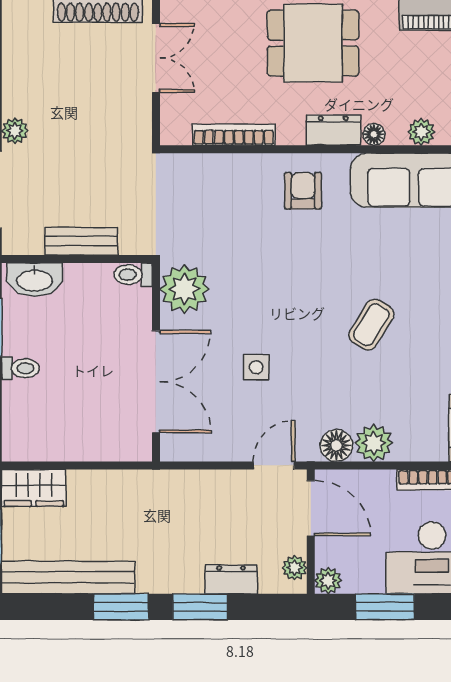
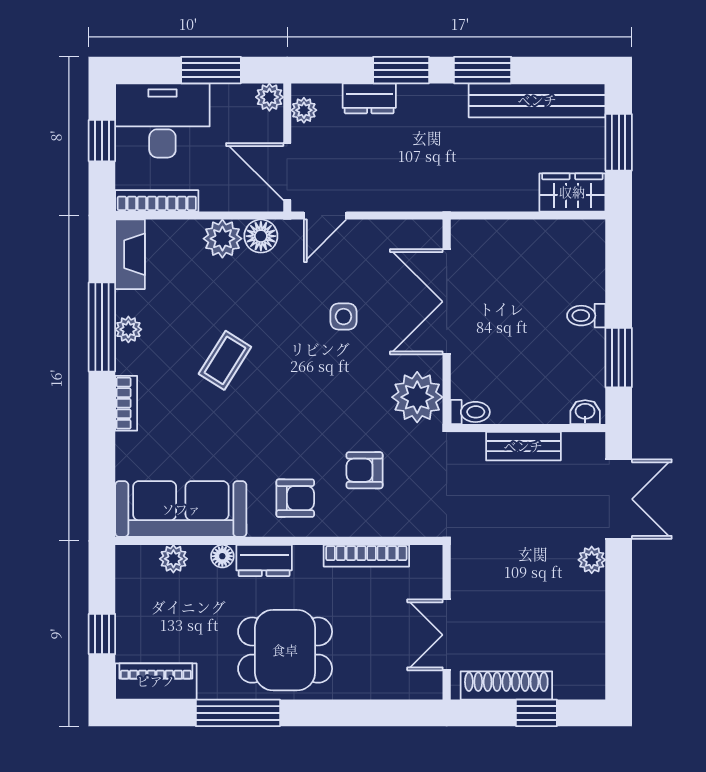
armchair: (303, 191) -> (295, 498), turned -90
armchair: (236, 218) -> (364, 470), added
washbasin: (34, 280) -> (585, 412), width x0.52, depth x0.69

